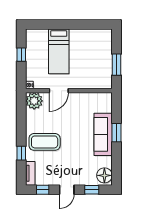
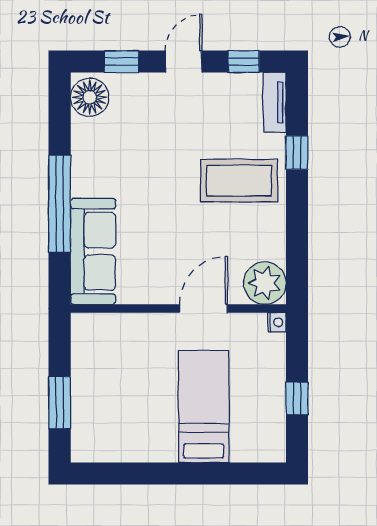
window: (117, 65) -> (60, 403), moved
window: (117, 133) -> (60, 204), width x2.11
sofa: (103, 134) -> (93, 251), moved

